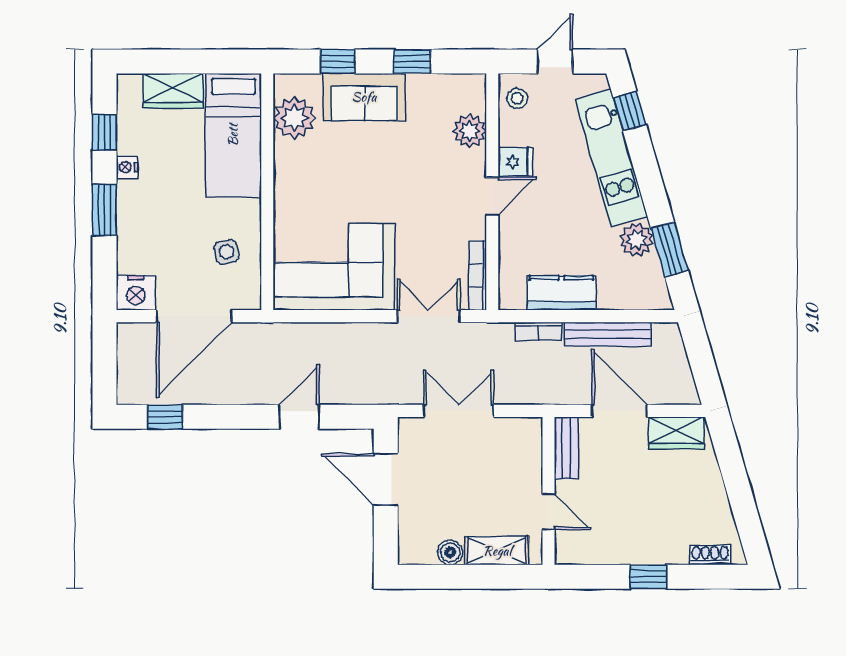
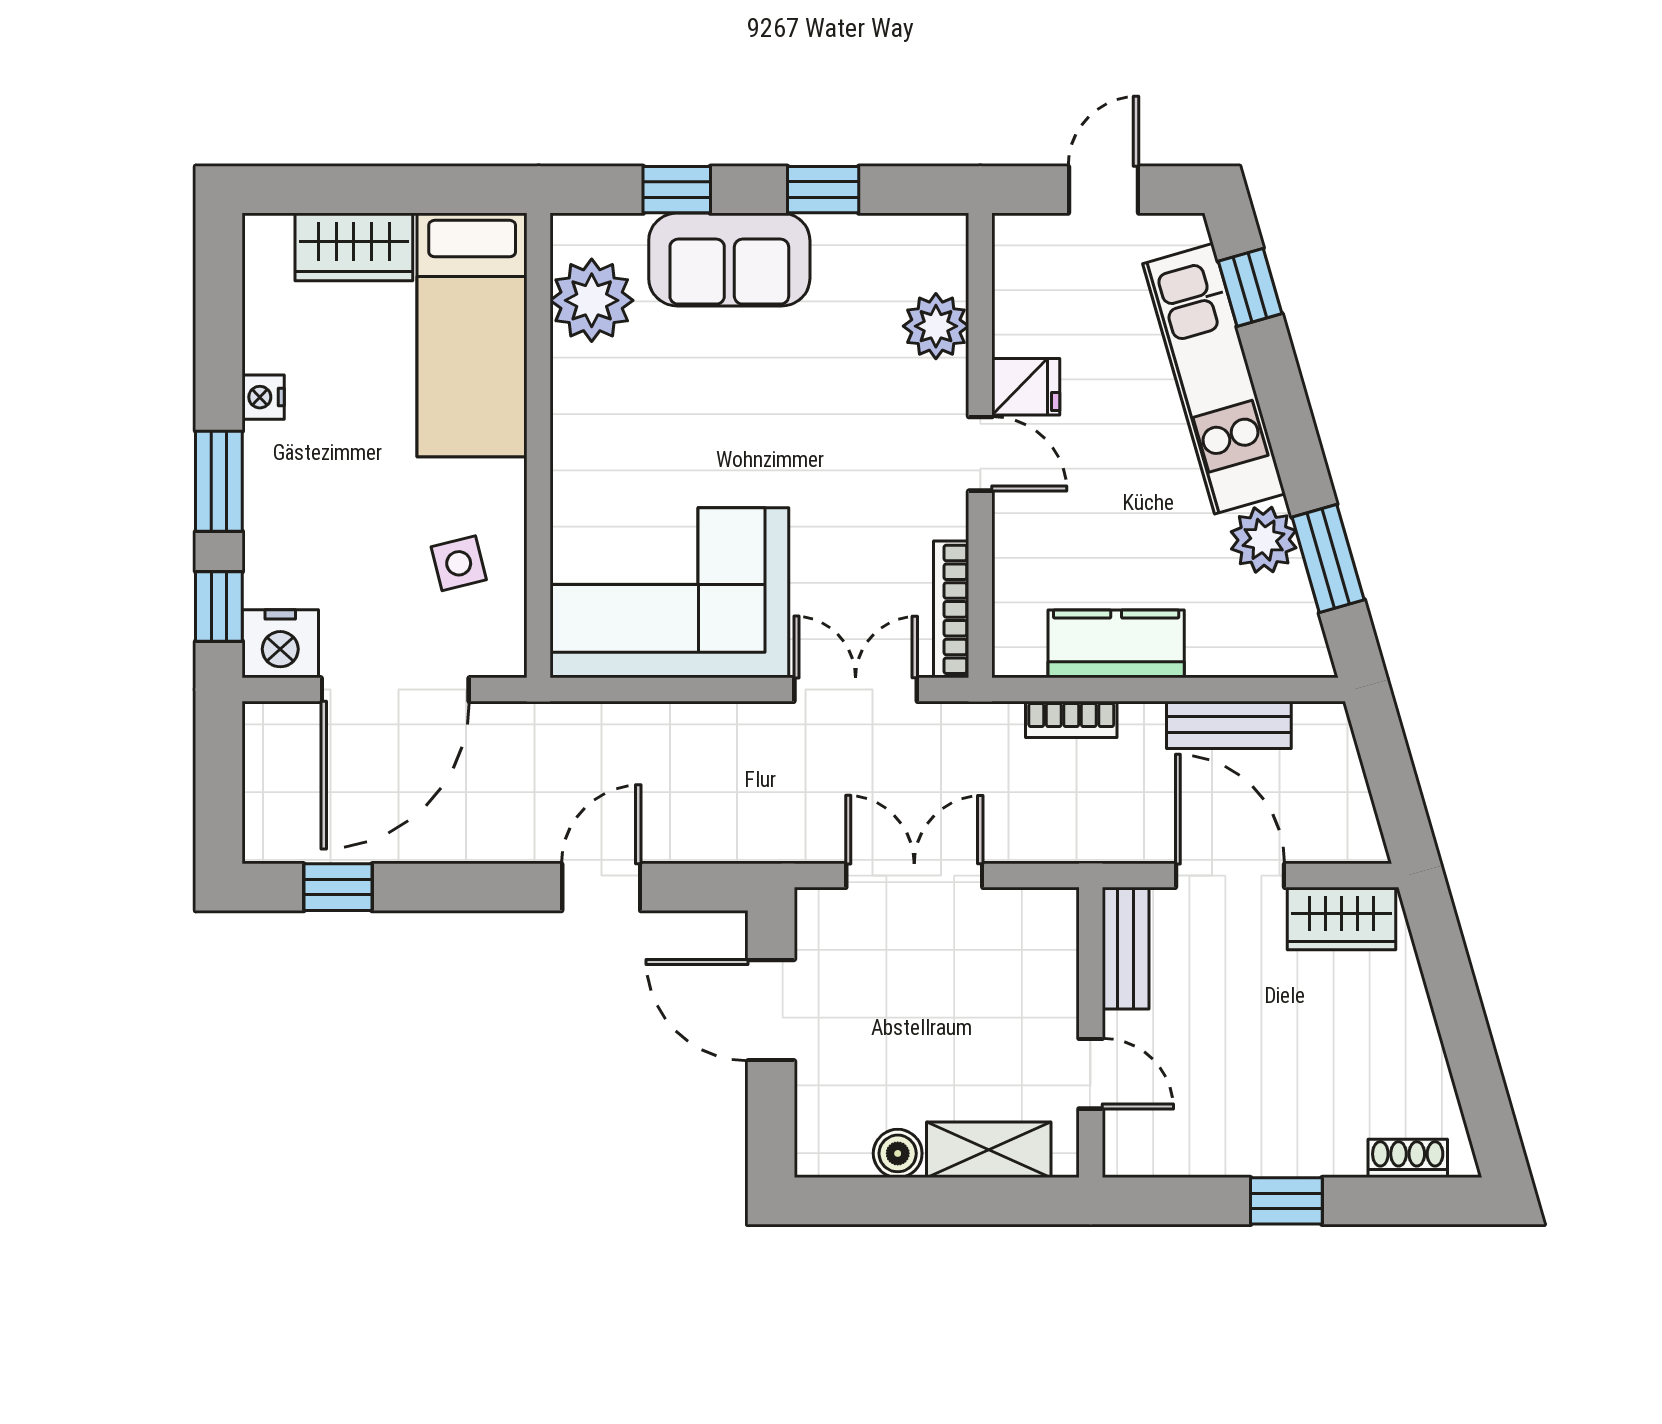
stool: (517, 98) -> (1029, 262), removed
window: (104, 133) -> (219, 606), moved
door: (492, 196) -> (980, 454), hinge flipped
bench: (607, 334) -> (1229, 725), width x0.73

